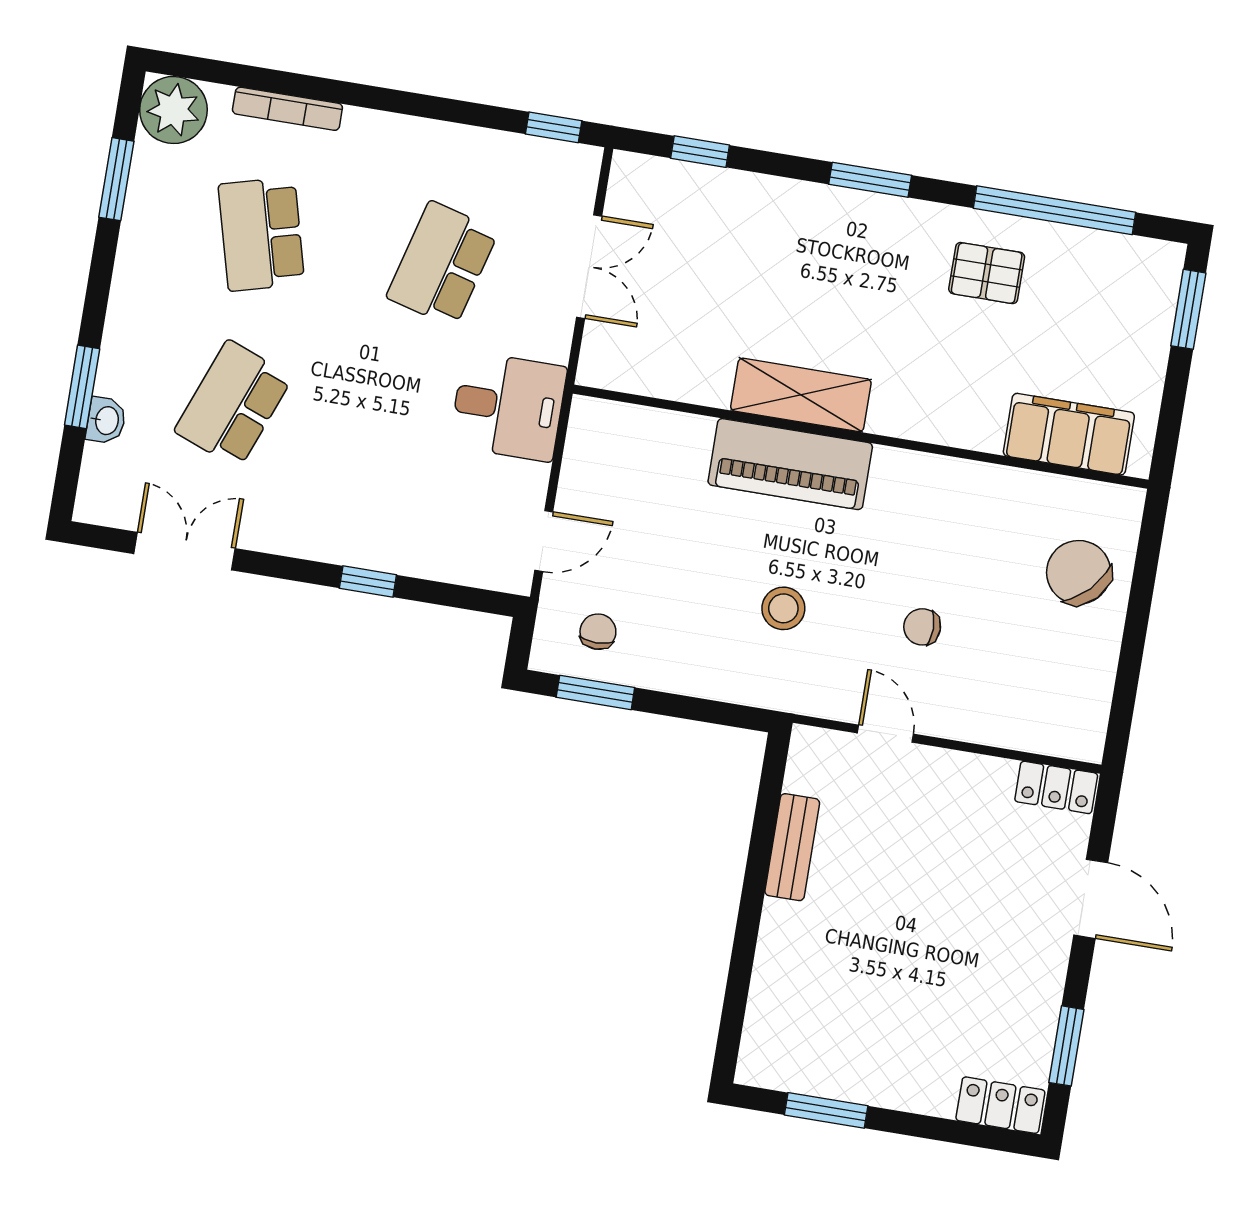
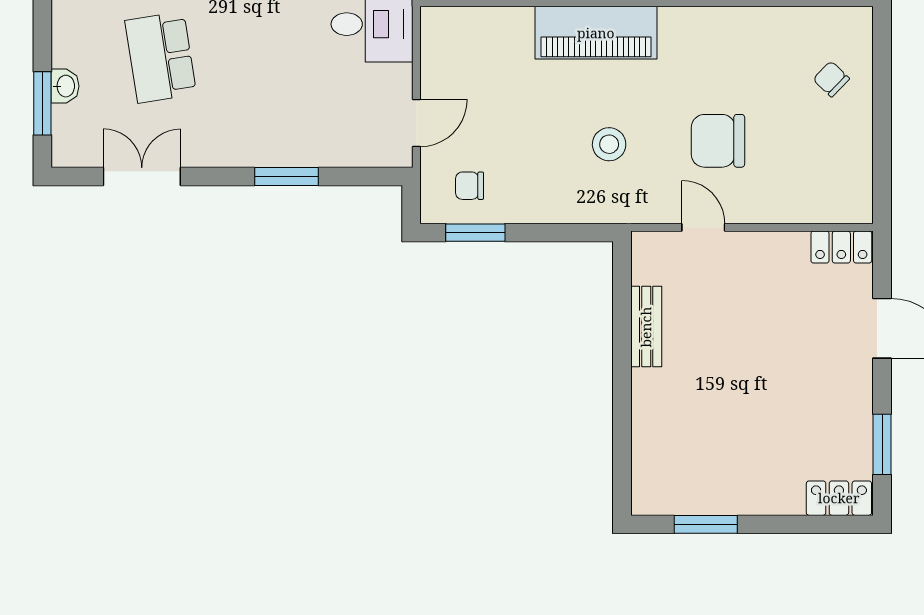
window: (82, 387) -> (42, 103), moved
school desk: (233, 404) -> (161, 57), turned -30
chair: (1079, 572) -> (831, 79), width x0.54, depth x0.54
window: (368, 582) -> (287, 176), width x1.50
chair: (922, 627) -> (718, 141), width x1.87, depth x1.87
chair: (598, 632) -> (470, 186), turned -90

